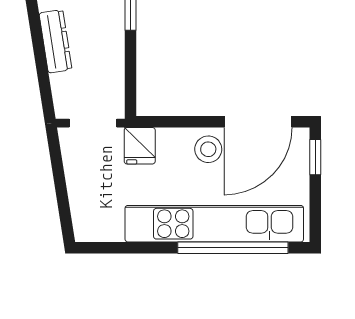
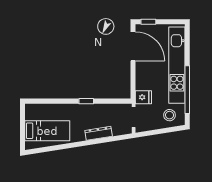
stool: (208, 149) -> (169, 115), moved
window: (233, 248) -> (187, 90), moved

